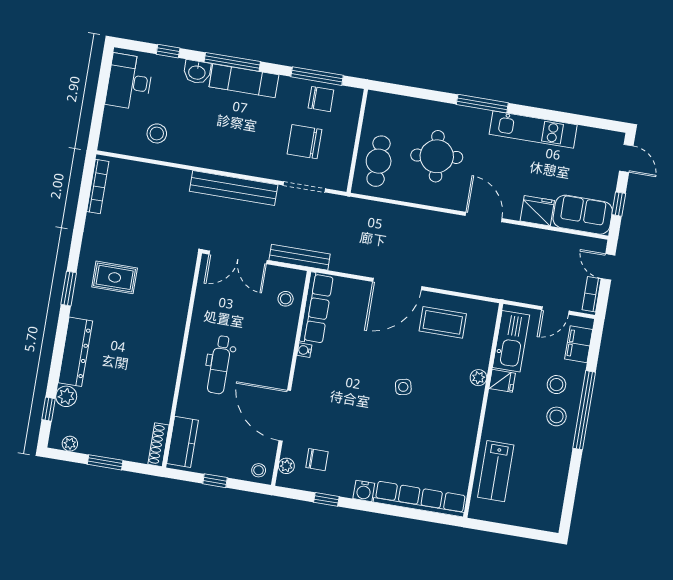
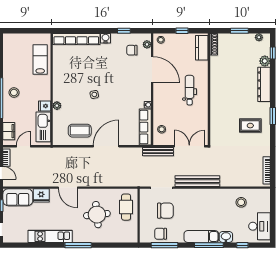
stool: (556, 385) -> (17, 109), removed

